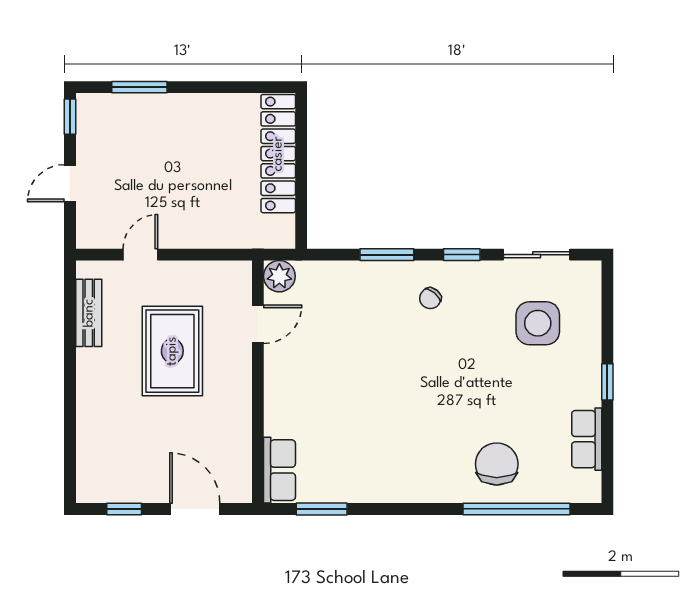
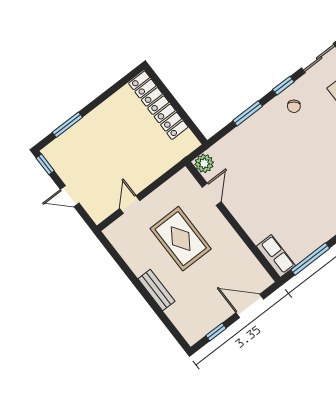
door: (70, 183) -> (70, 196), hinge flipped
chair: (430, 298) -> (294, 106), moved
bench: (89, 313) -> (156, 290), moved
window: (322, 509) -> (310, 259), width x1.44

